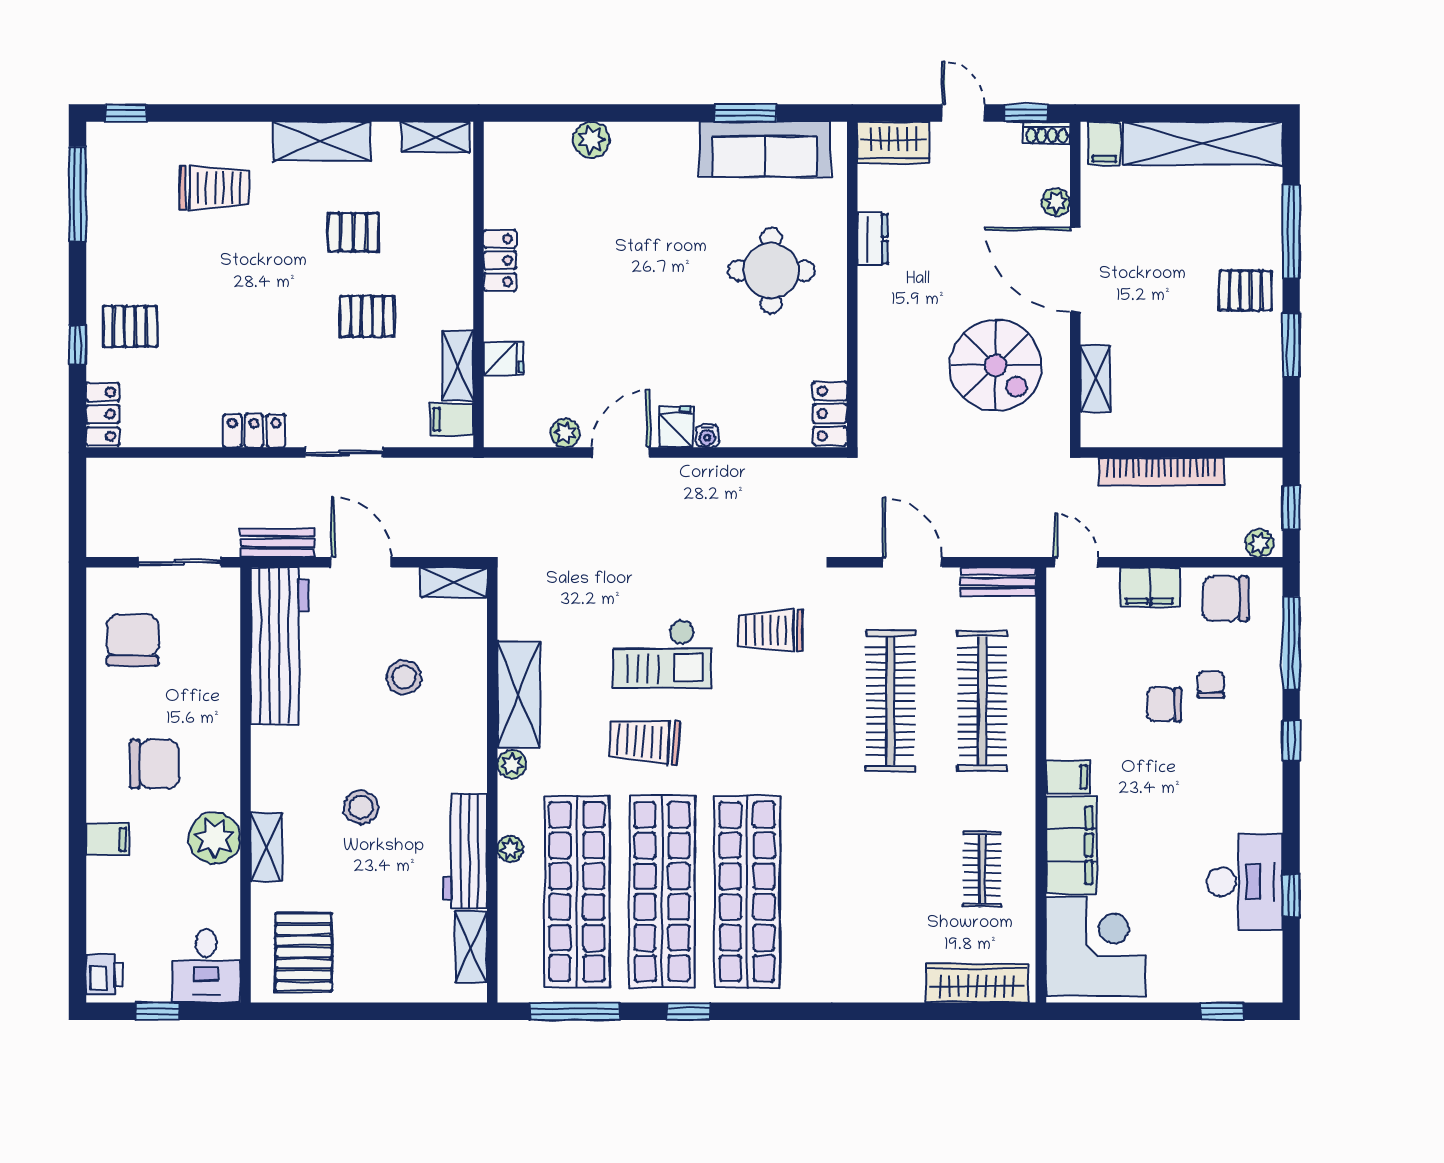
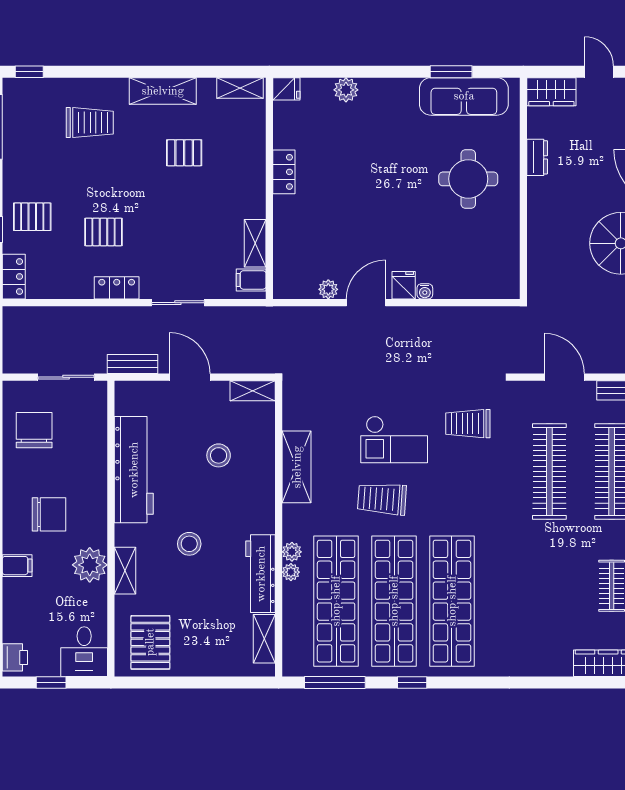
pallet: (367, 316) -> (103, 232), moved
fridge: (504, 359) -> (286, 89), moved
locker: (830, 413) -> (508, 276), removed
workbench: (279, 646) -> (134, 470), moved
plant: (512, 764) -> (292, 552), moved

